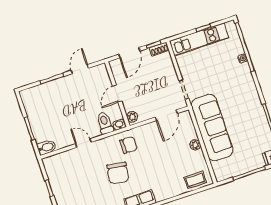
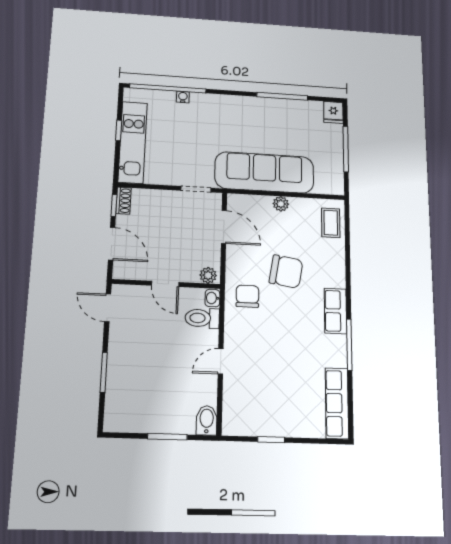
door: (80, 69) -> (108, 308), moved
chair: (118, 173) -> (286, 272), moved

